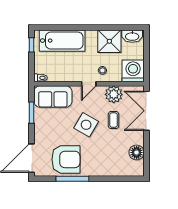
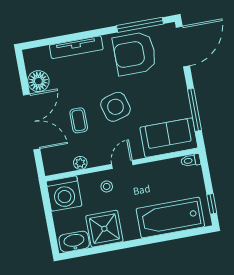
plant: (114, 94) -> (80, 163), width x0.53, depth x0.53
double door: (146, 111) -> (32, 122), moved
window: (31, 113) -> (194, 110), width x1.44
side table: (86, 125) -> (116, 107), turned 45
tv unit: (106, 171) -> (76, 47), added
window: (72, 179) -> (140, 25), moved

